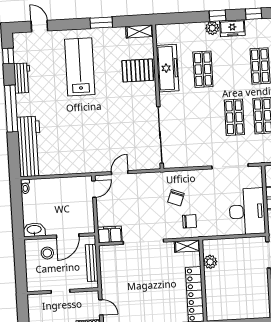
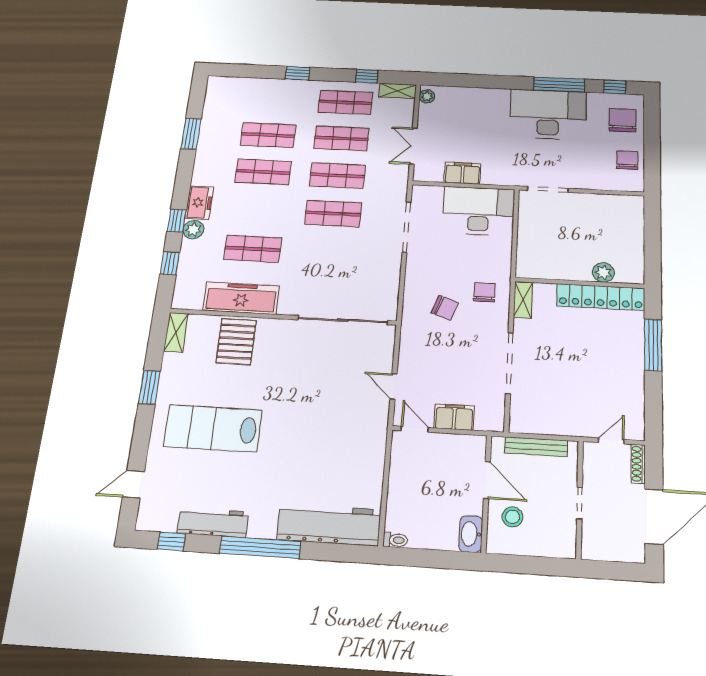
window: (254, 14) -> (170, 263), moved
workbench: (22, 78) -> (213, 523), width x1.37
filing cabinet: (110, 234) -> (454, 417), moved, turned 90
plant: (210, 262) -> (603, 273), moved

